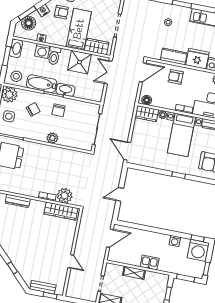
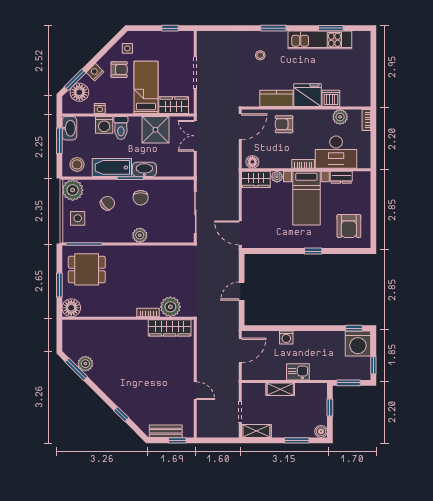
dresser: (18, 201) -> (111, 326), removed
washing machine: (175, 241) -> (286, 337), moved

